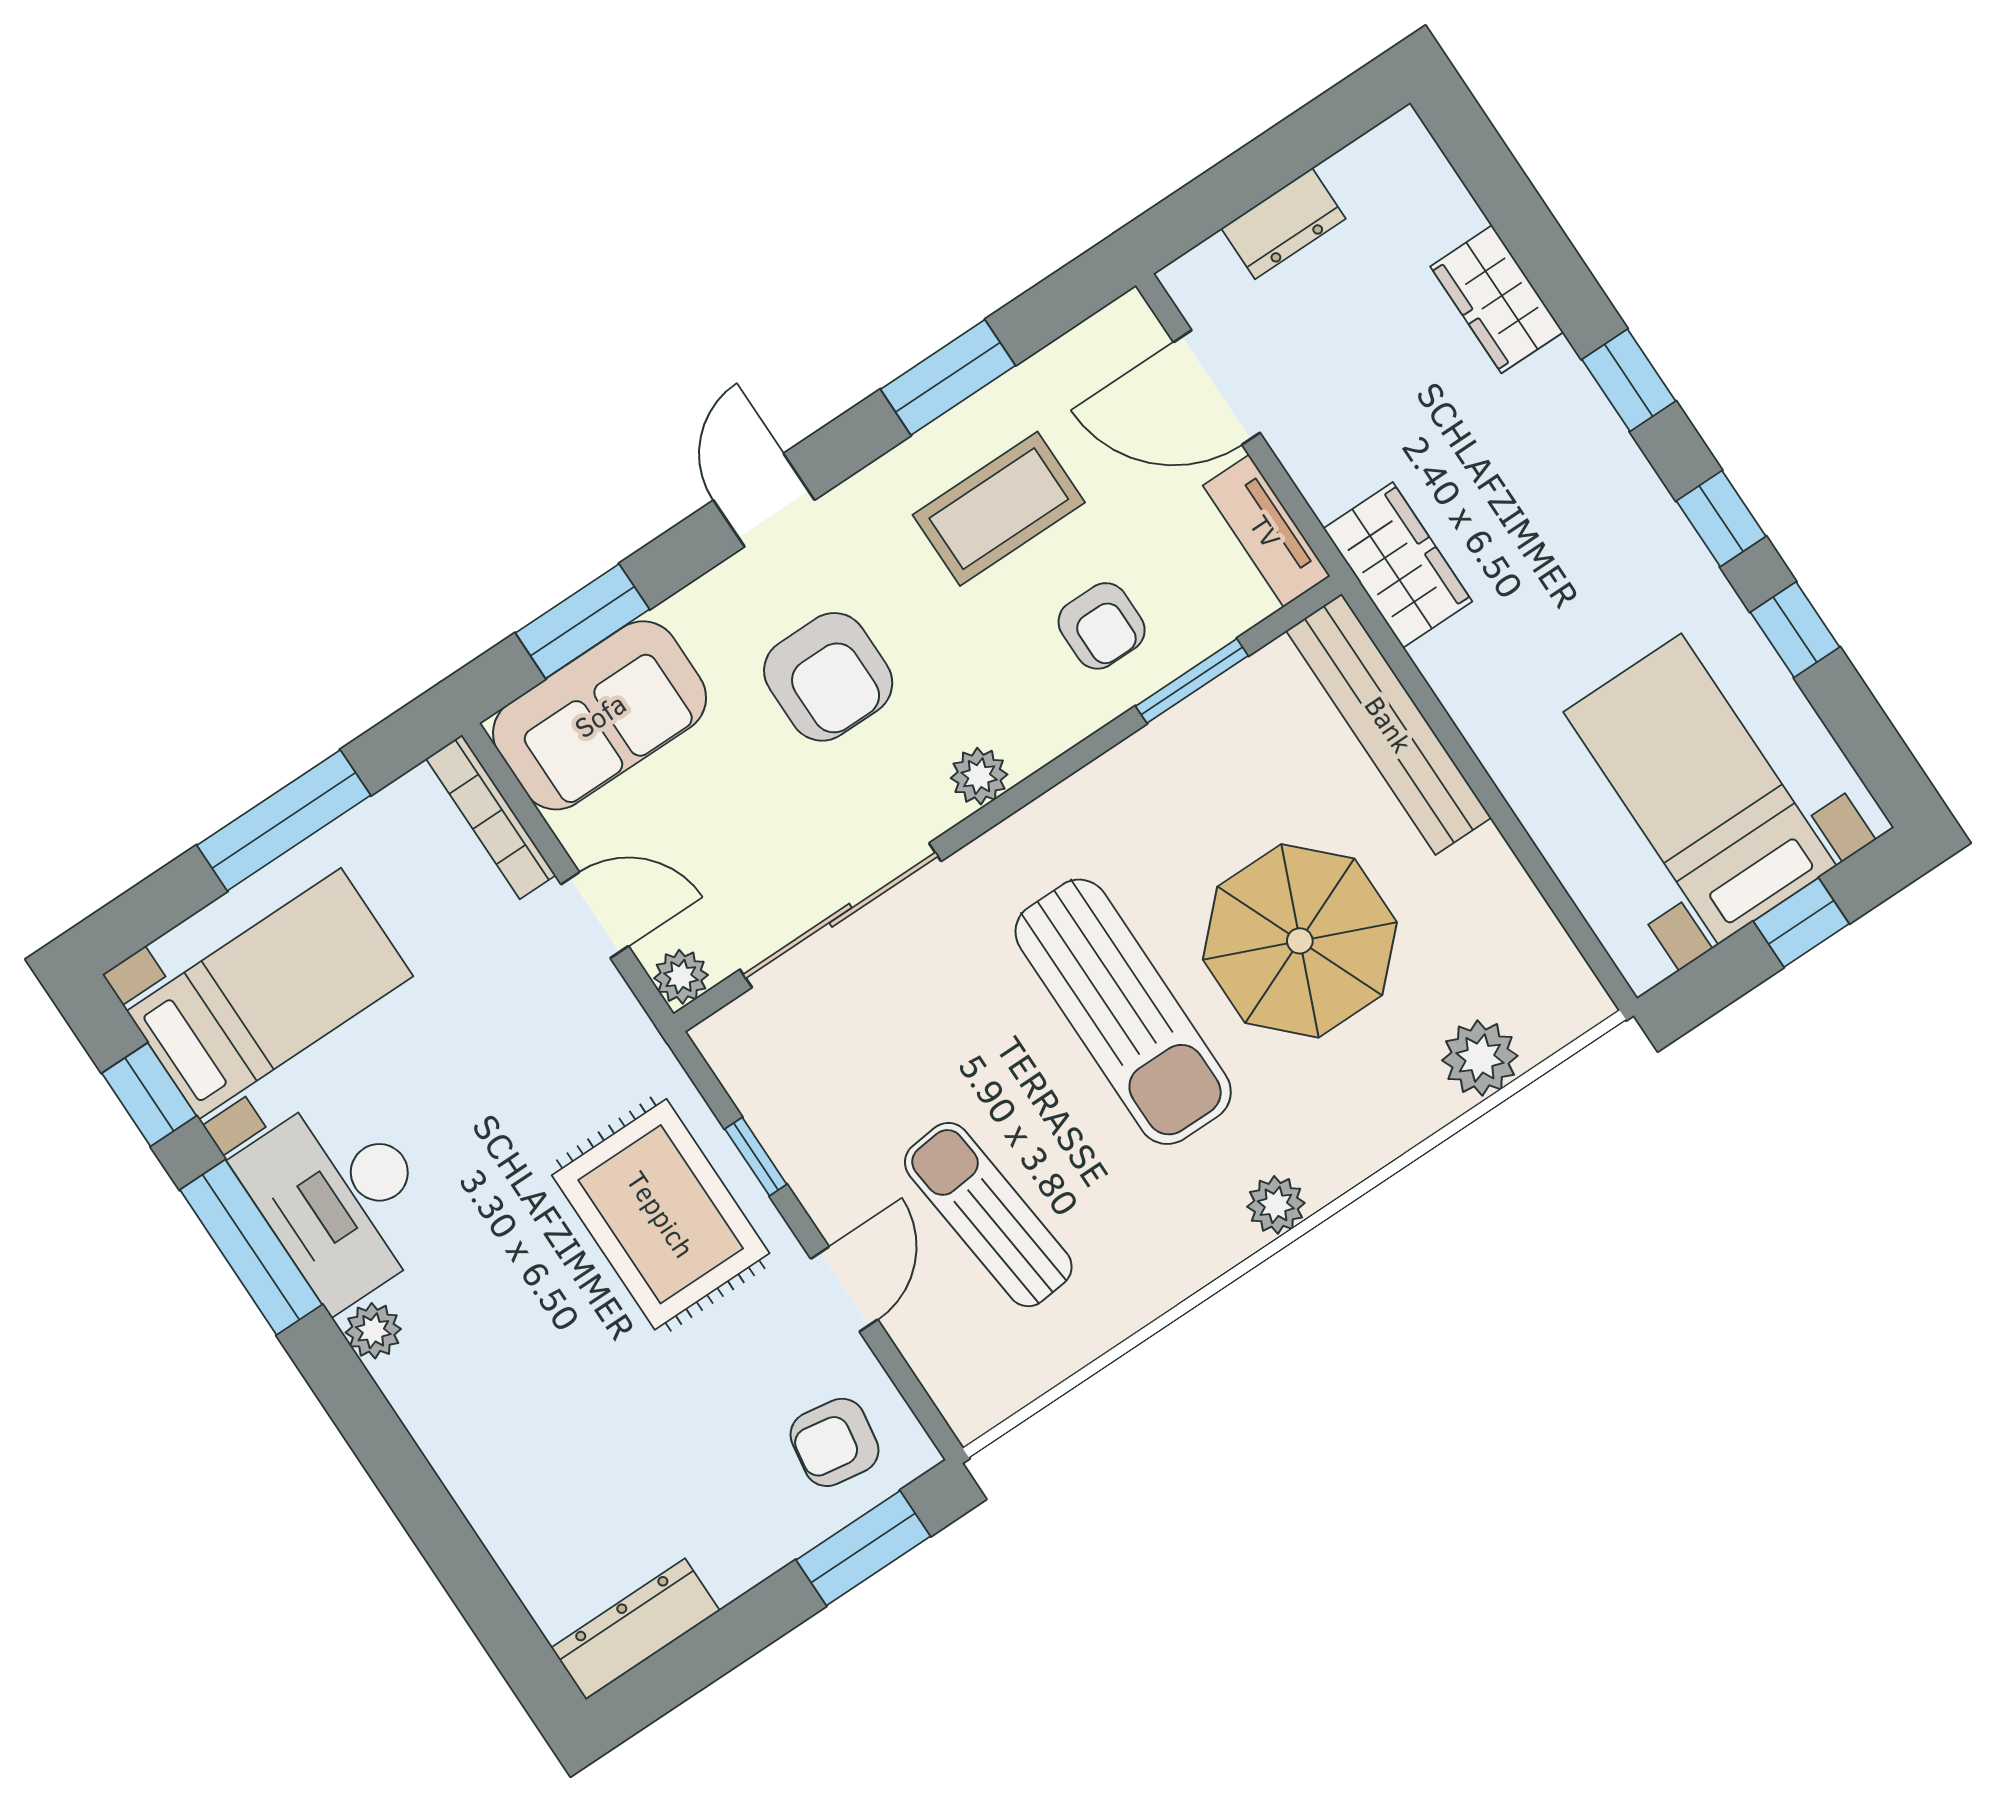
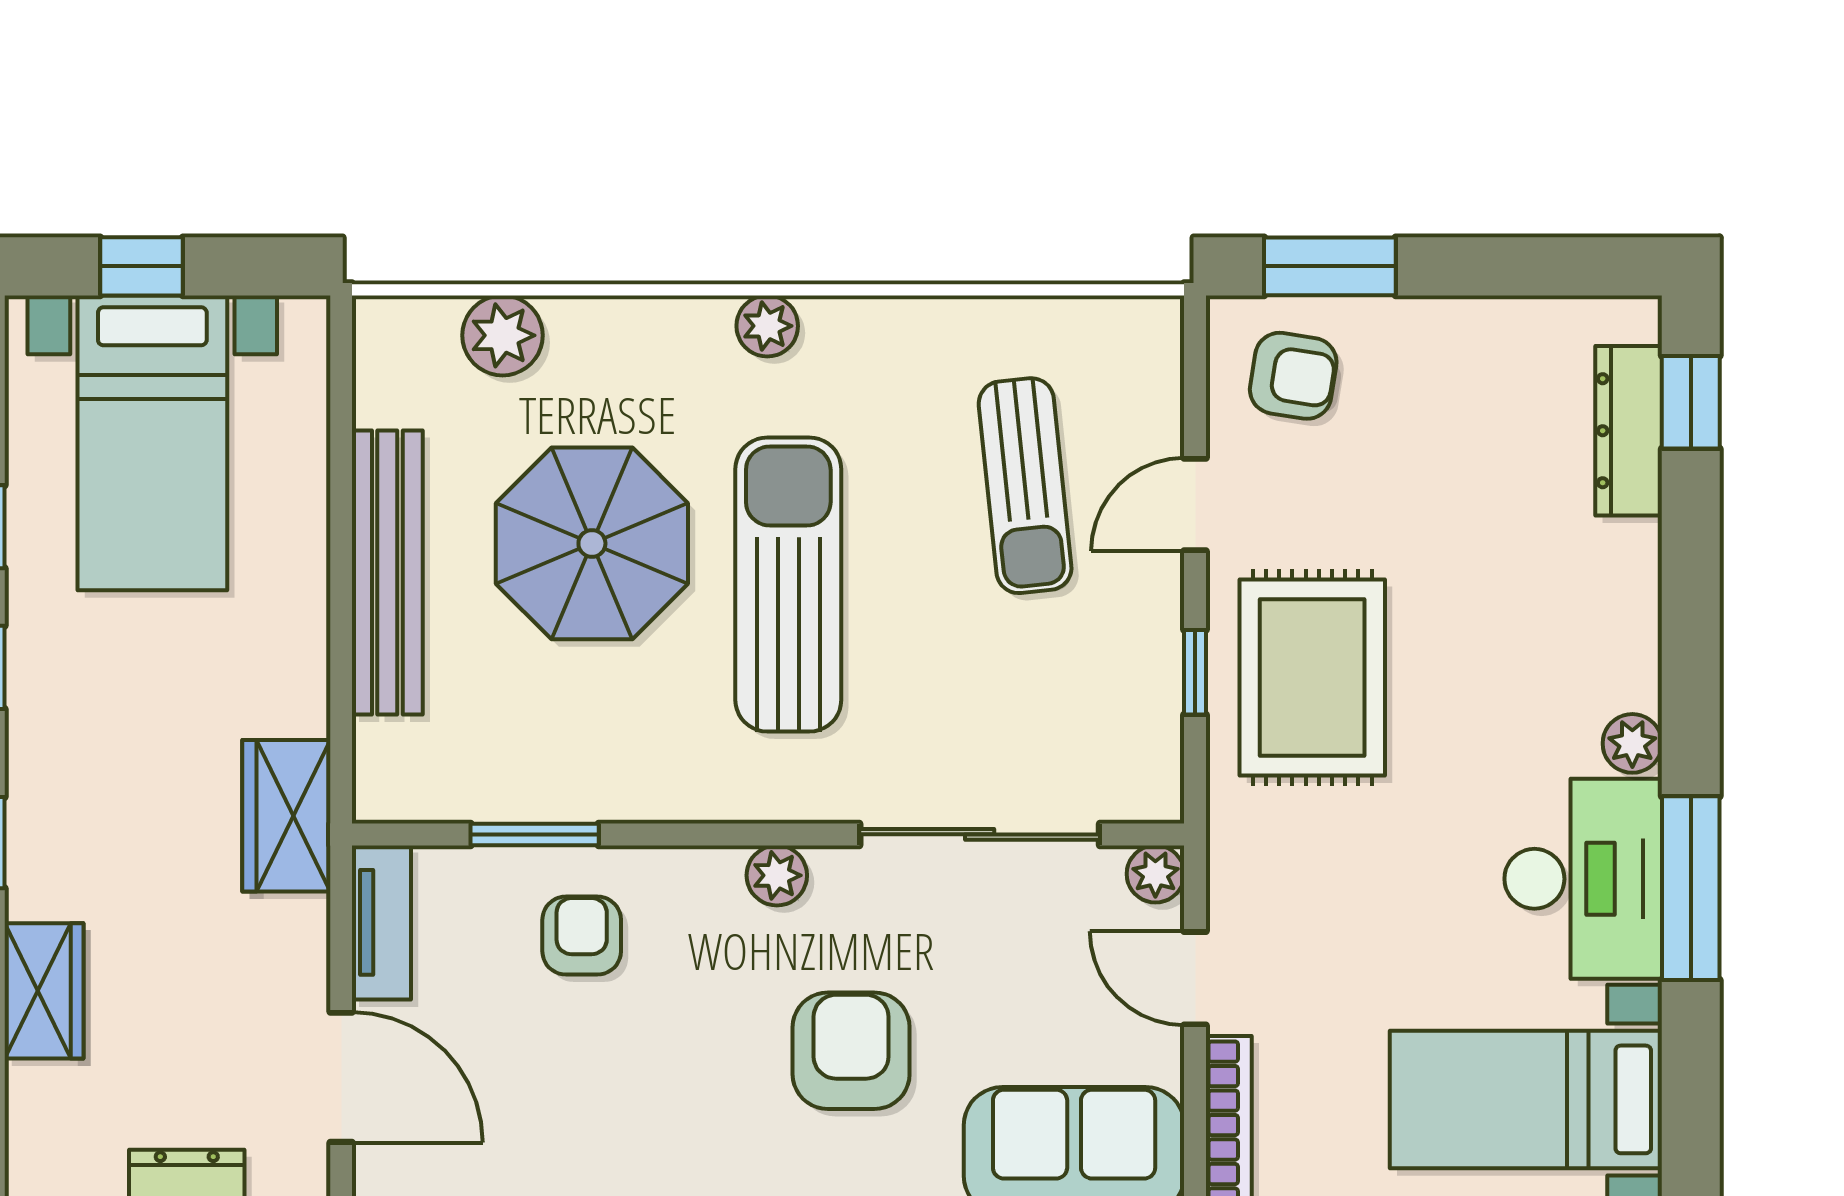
coffee table: (999, 509) -> (603, 1098), removed
bench: (1389, 724) -> (387, 572), moved
window: (149, 1095) -> (1691, 402), moved
dresser: (635, 1629) -> (1629, 431), moved, turned 90

